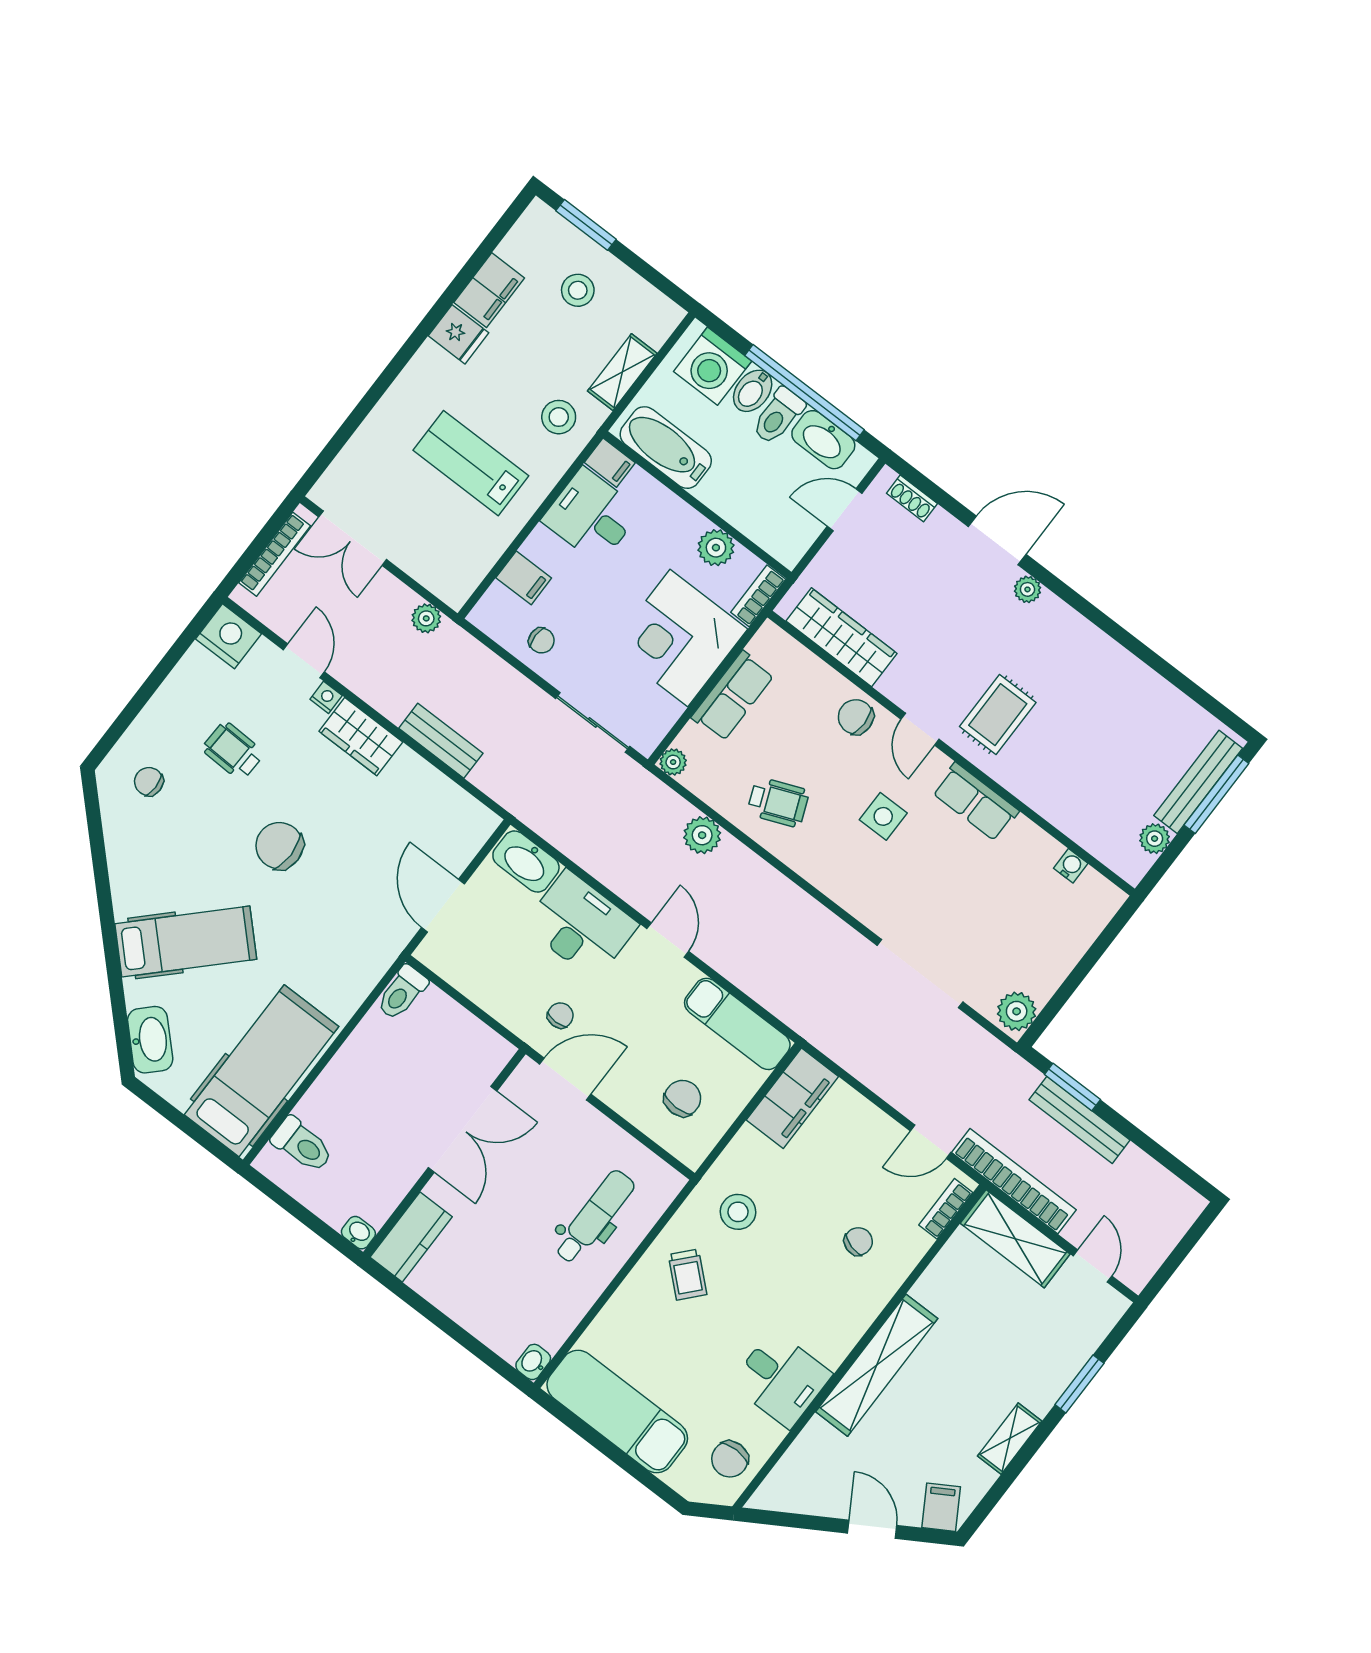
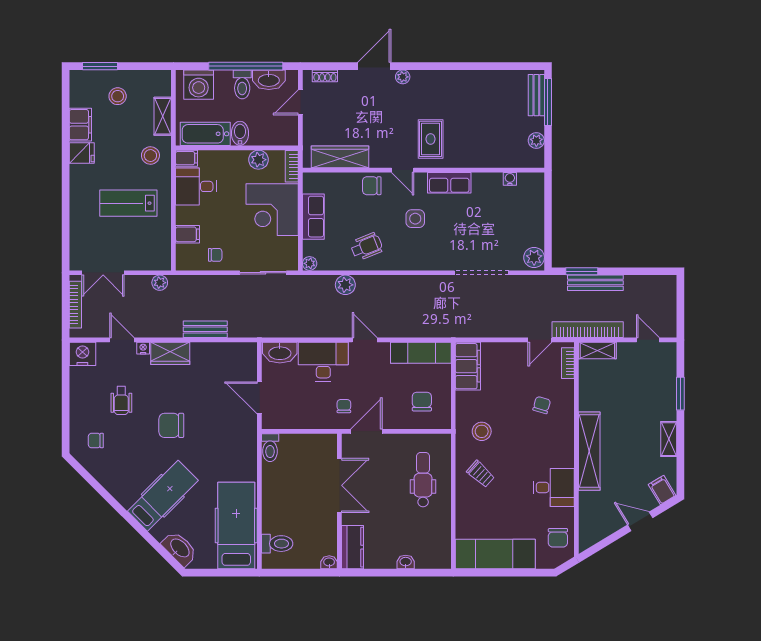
bidet: (753, 391) -> (240, 133), moved, turned 180
wheelchair: (233, 751) -> (121, 401), turned -92
bench: (1198, 782) -> (536, 95), width x0.73
shelving: (1015, 1239) -> (597, 351), width x0.67, depth x0.75
washbasin: (533, 1362) -> (406, 562), moved, turned 90

